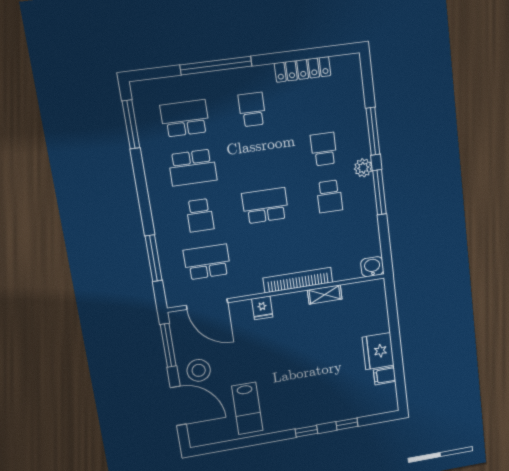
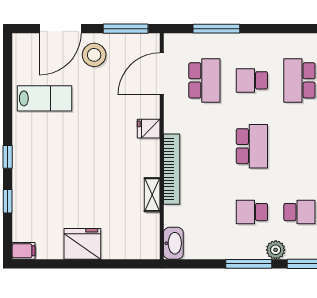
washbasin: (372, 267) -> (173, 243), width x1.38
filing cabinet: (385, 376) -> (24, 251), moved, turned 90
lab bench: (247, 408) -> (44, 98), turned 180

